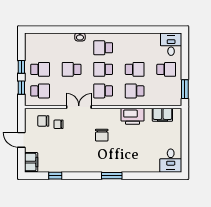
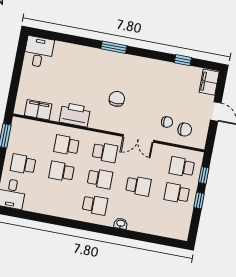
school desk: (135, 91) -> (66, 145), turned 180

